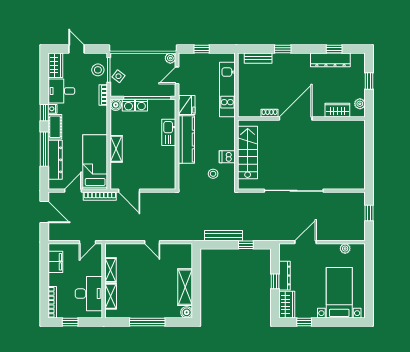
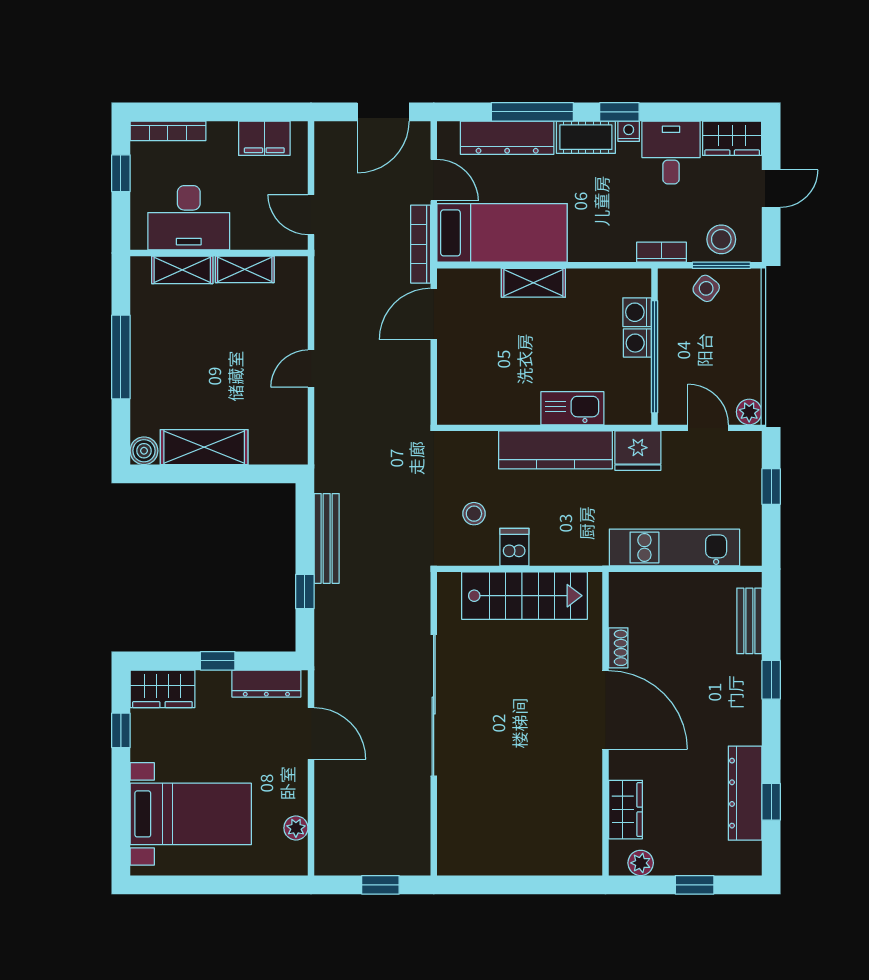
boiler: (116, 105) -> (638, 282), removed
dresser: (284, 276) -> (266, 684), moved

